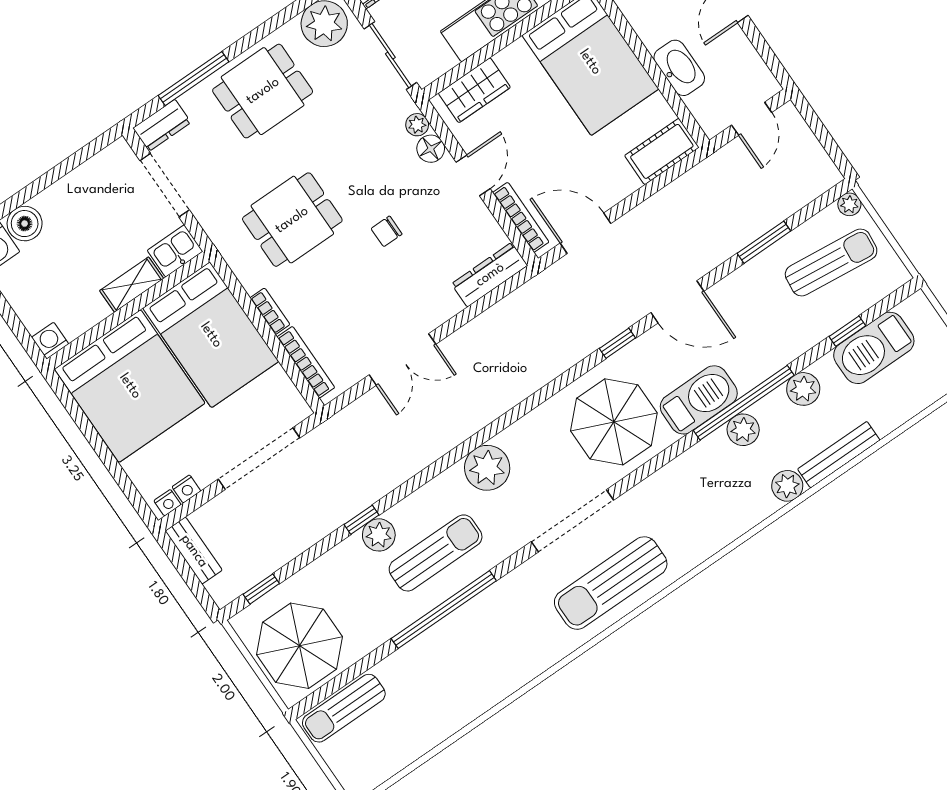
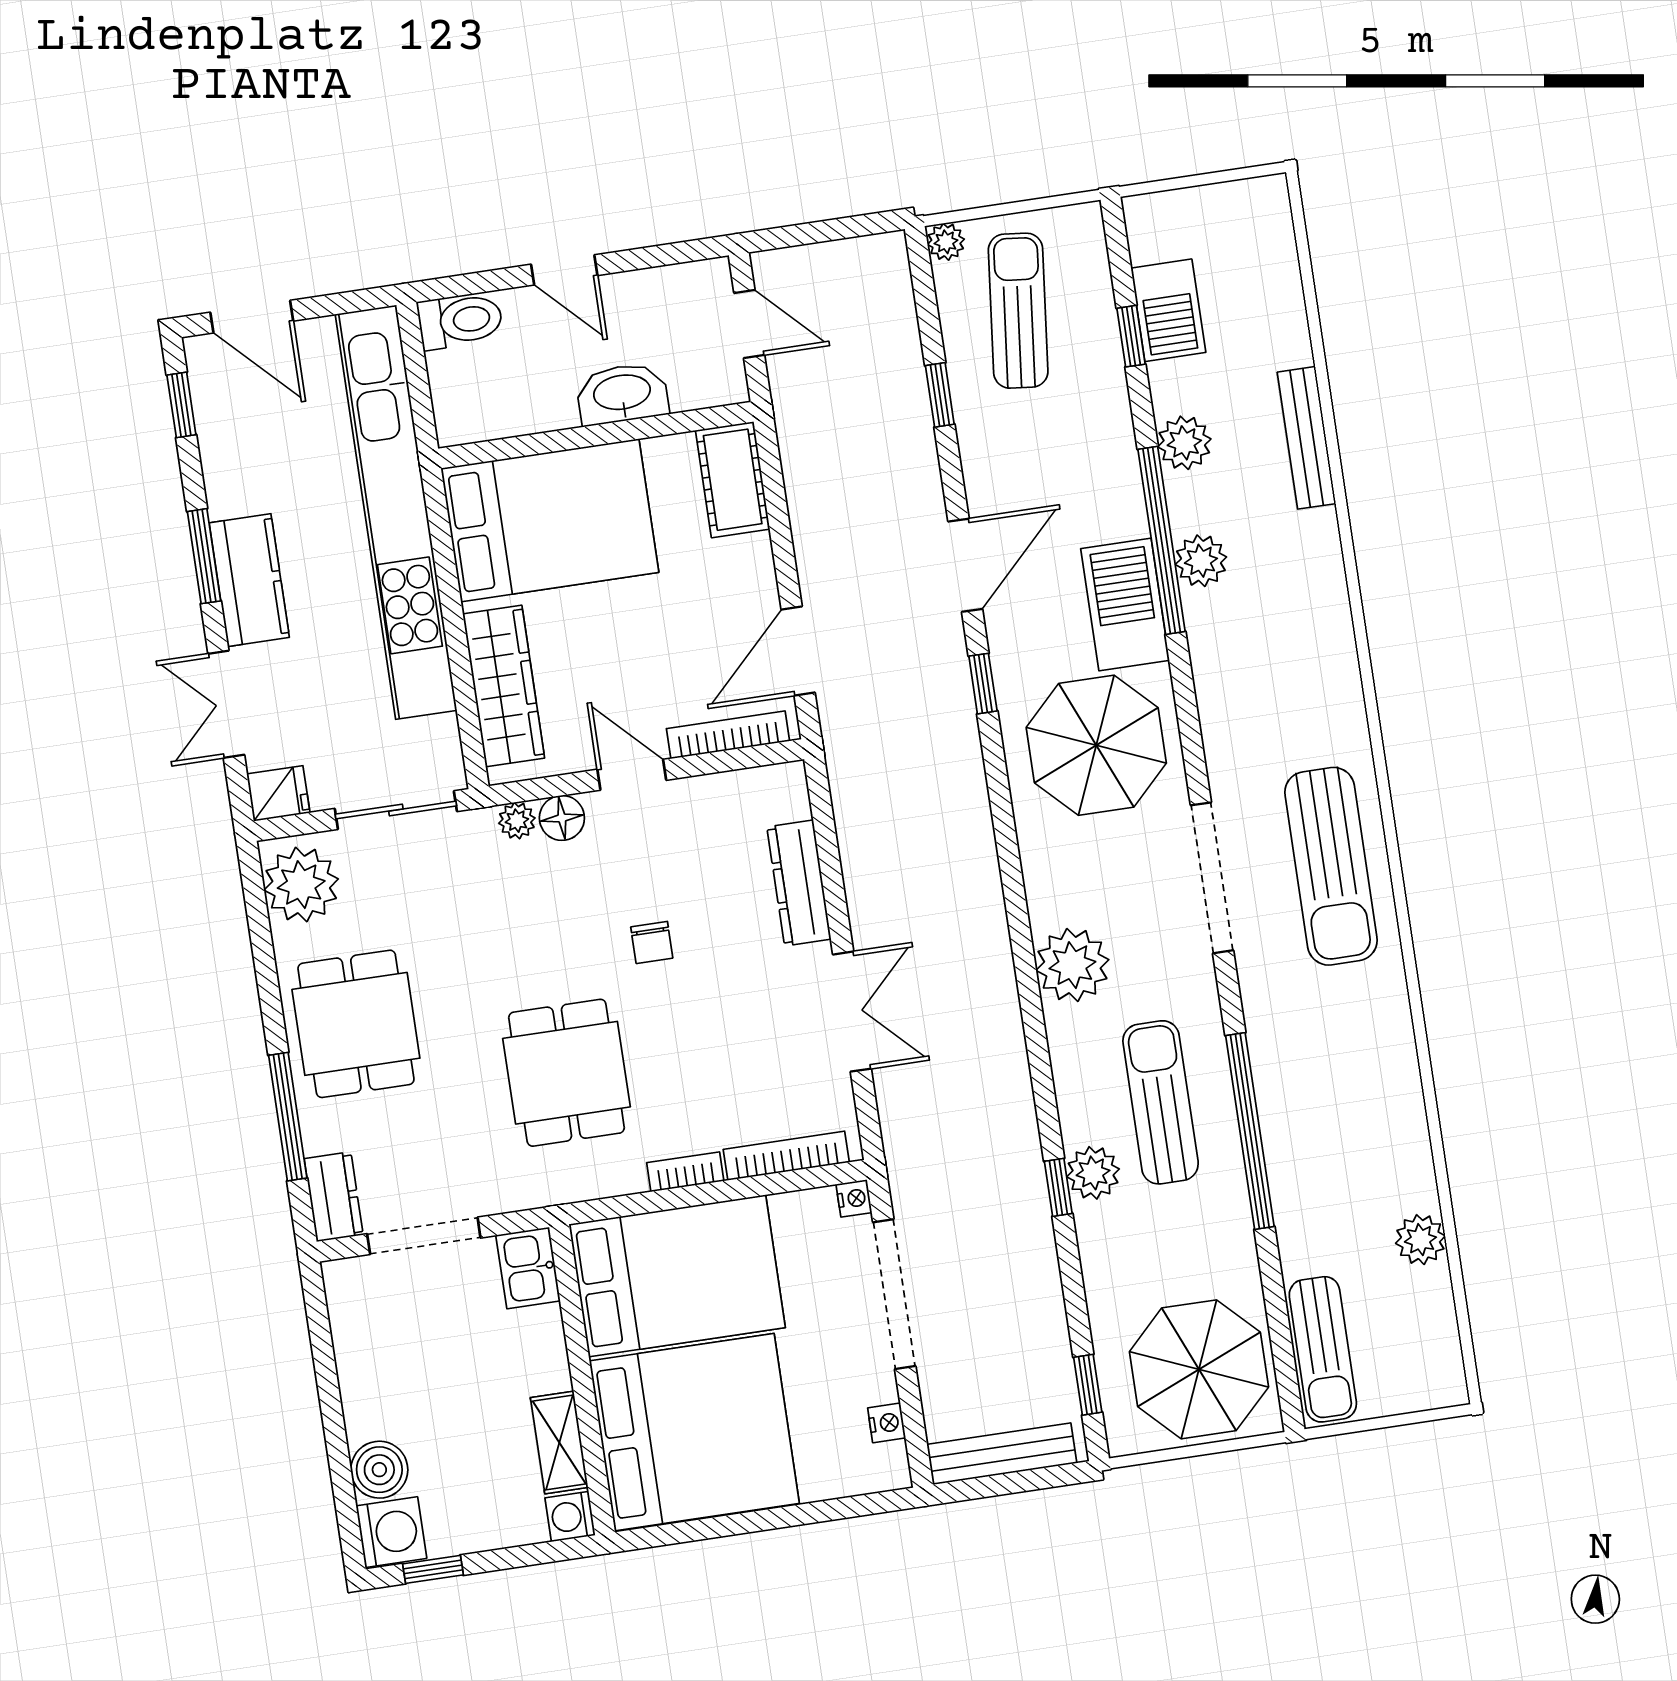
wardrobe: (474, 90) -> (504, 686), width x1.50
window: (764, 242) -> (940, 395), width x0.67
dresser: (490, 275) -> (799, 883), moved
shelving: (132, 285) -> (559, 1442), moved
barbecue: (874, 348) -> (1168, 310), width x0.73, depth x0.83
plant: (787, 486) -> (1420, 1240), moved
nightstand: (167, 503) -> (854, 1198), moved
bench: (194, 551) -> (1002, 1454), width x1.36

